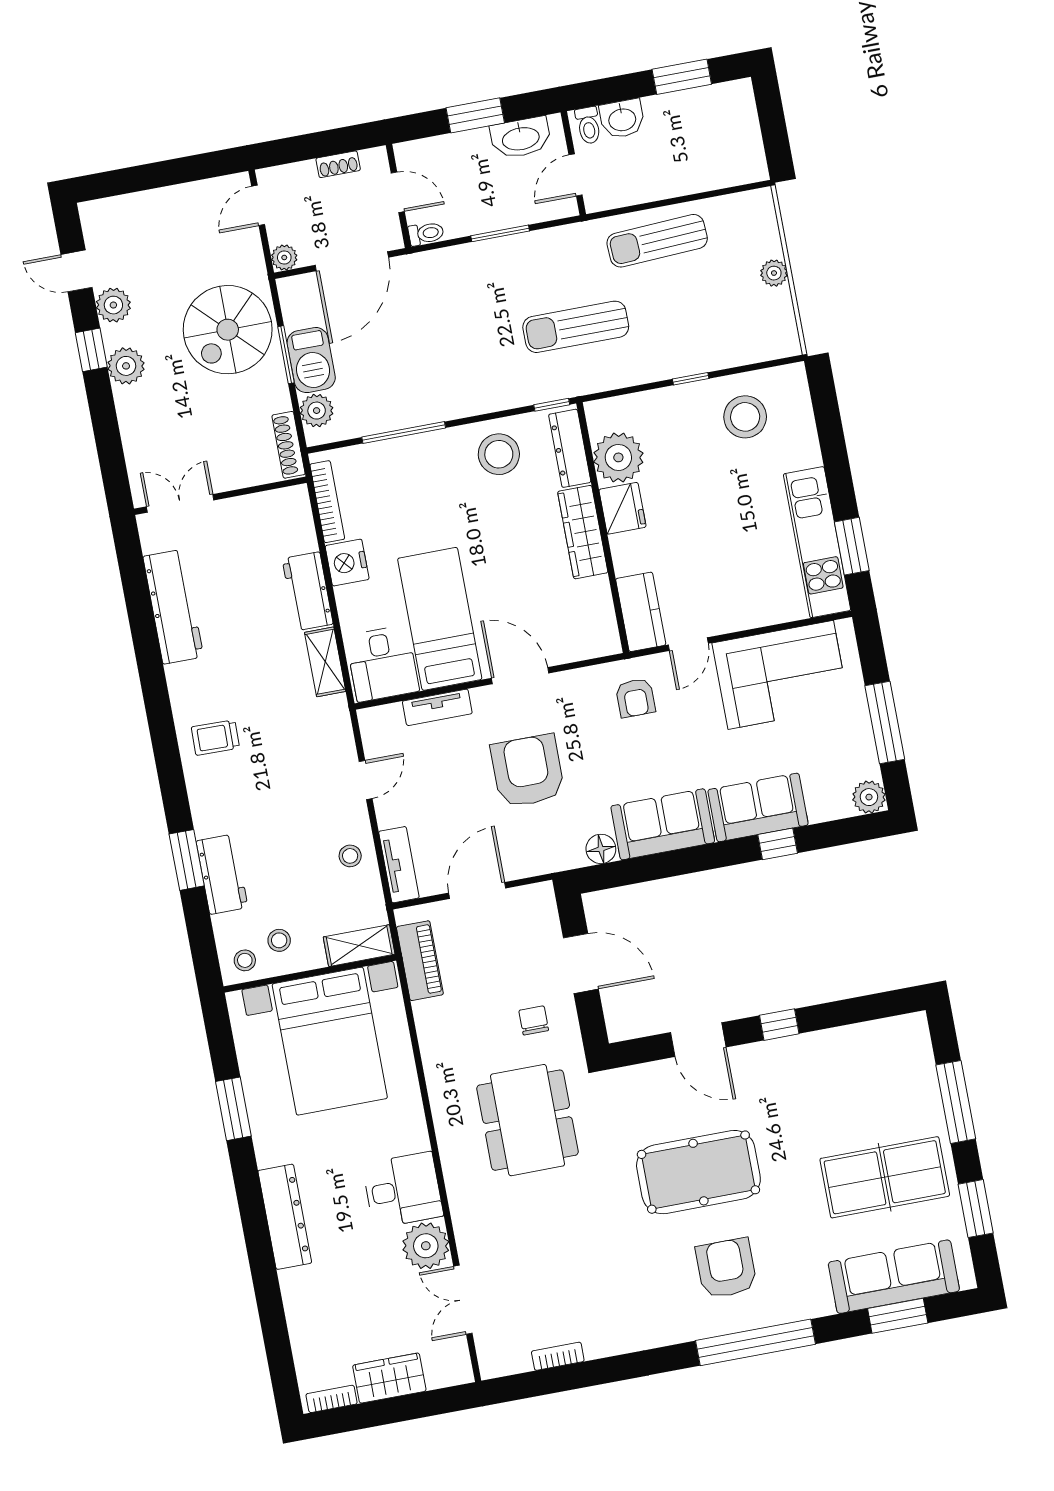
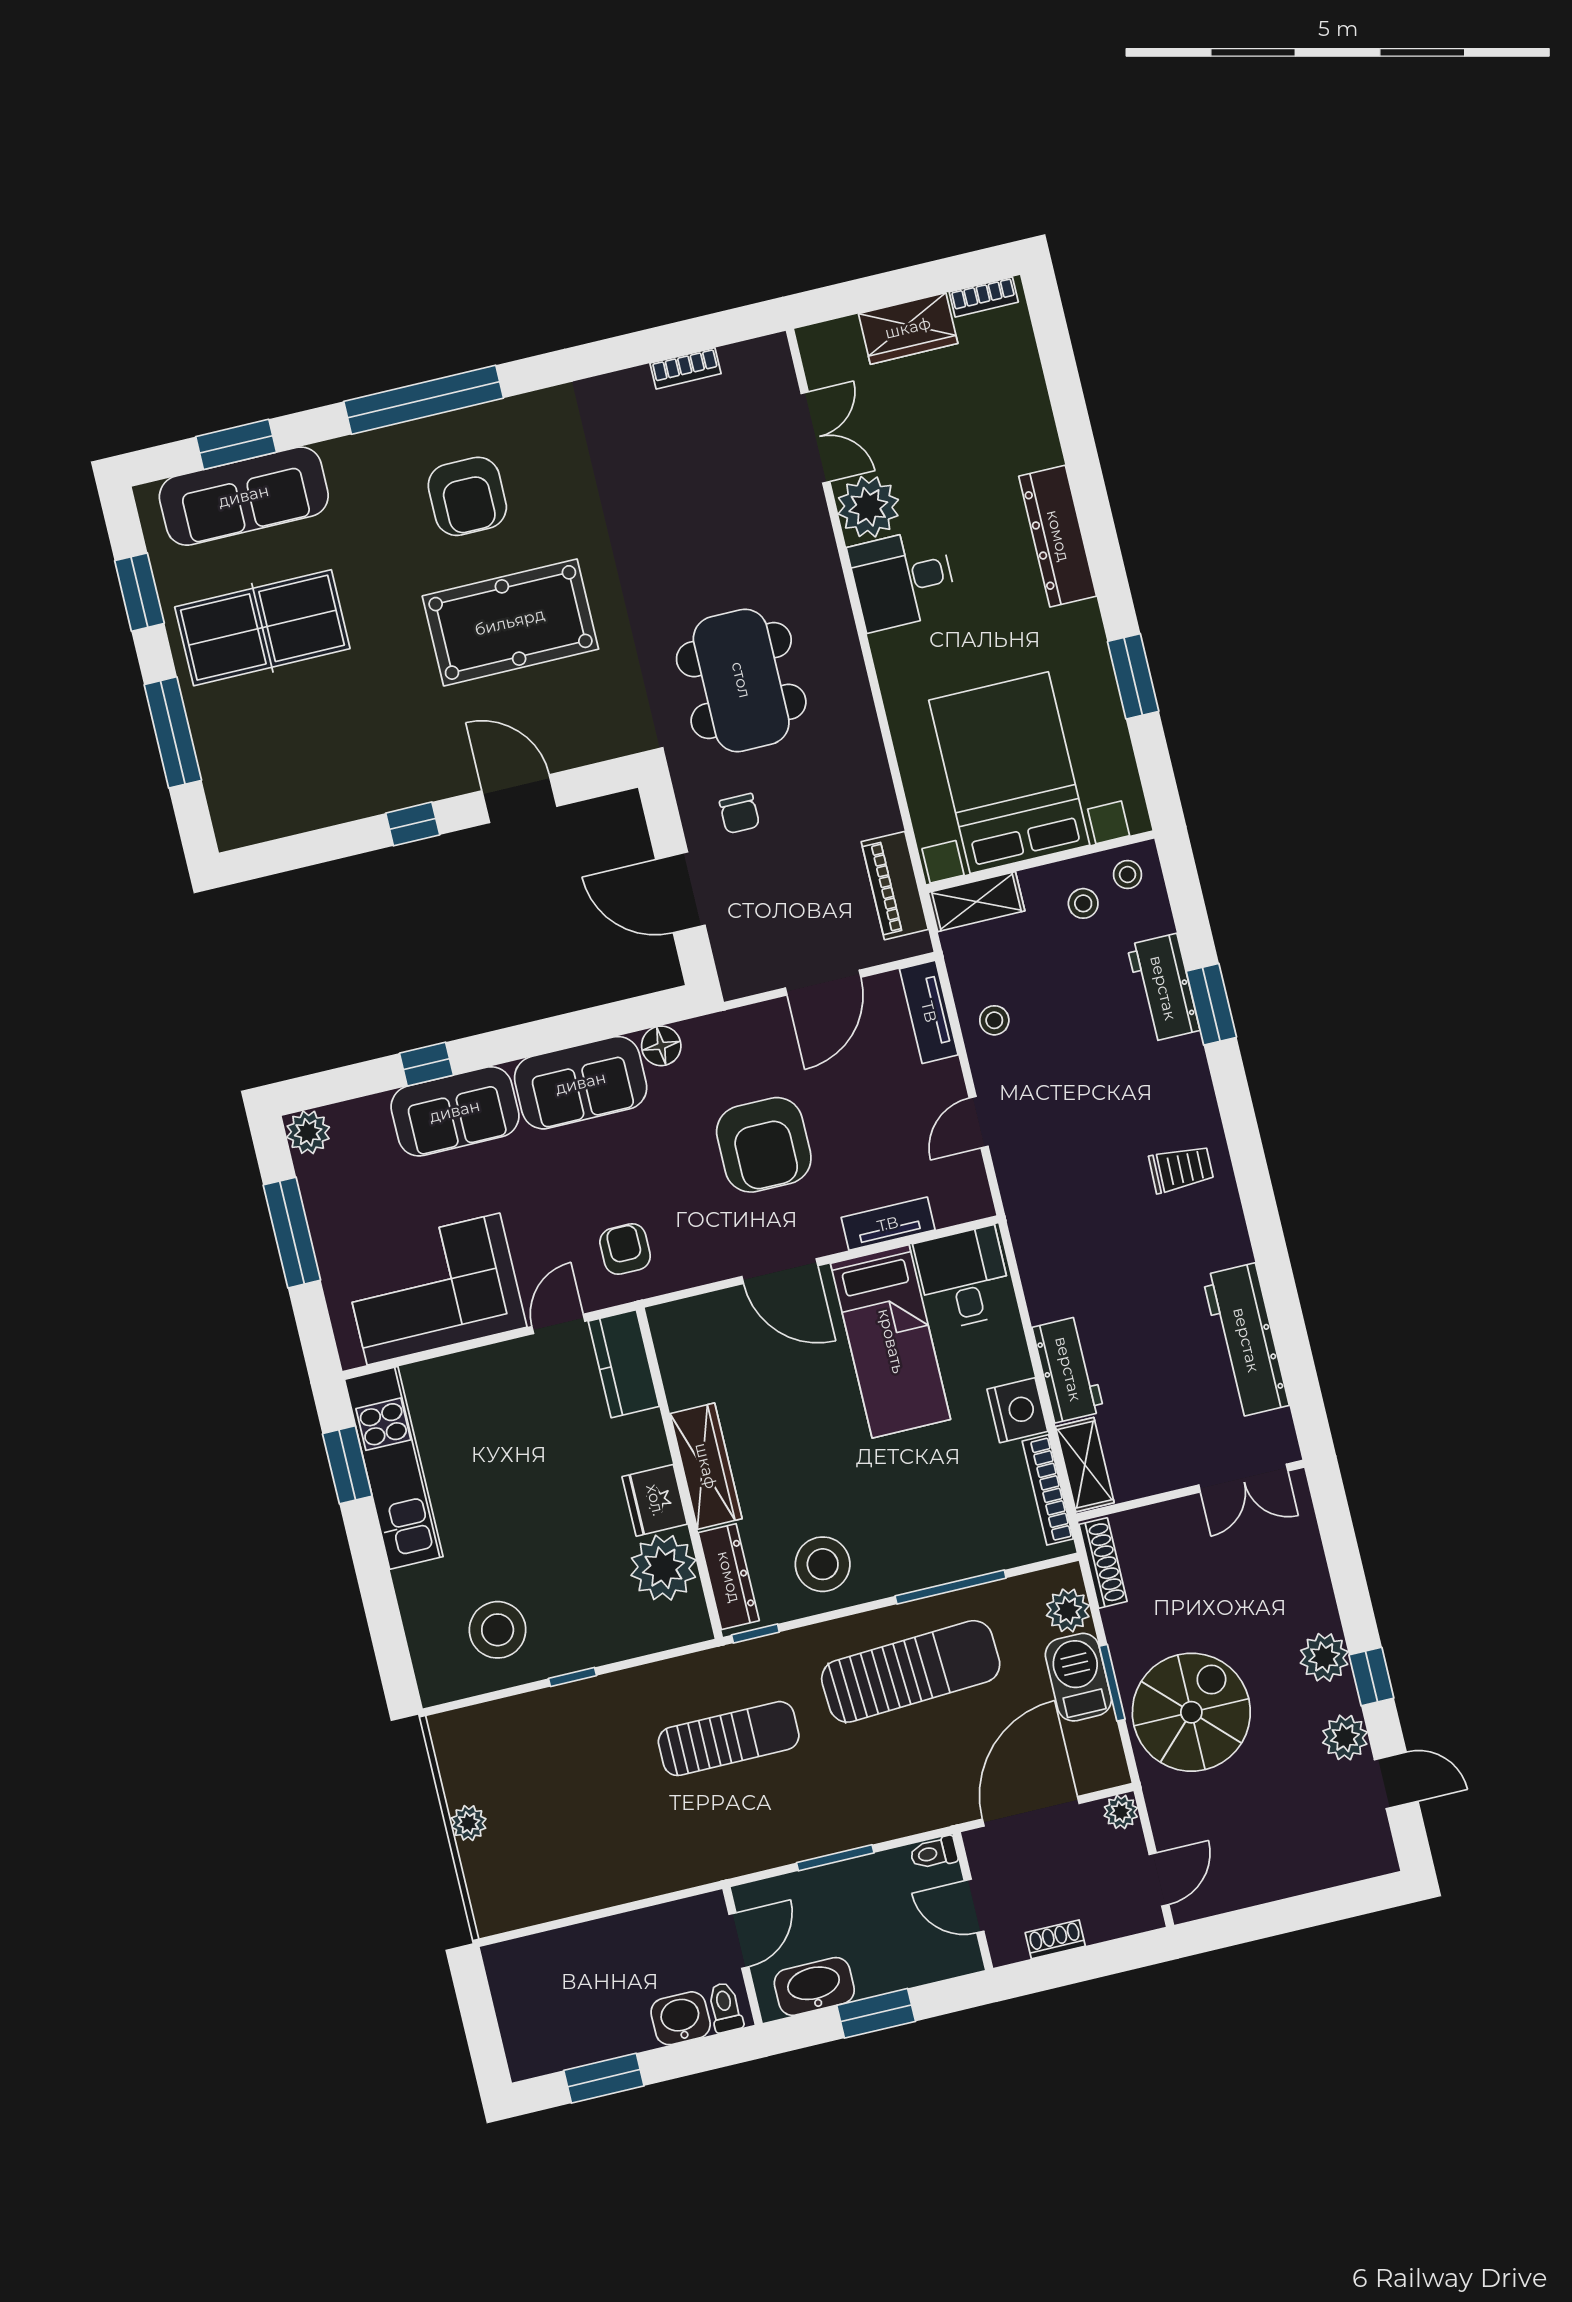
sun lounger: (657, 241) -> (911, 1671), moved, width x1.36, depth x1.34
shelving: (325, 662) -> (1085, 1465), moved

